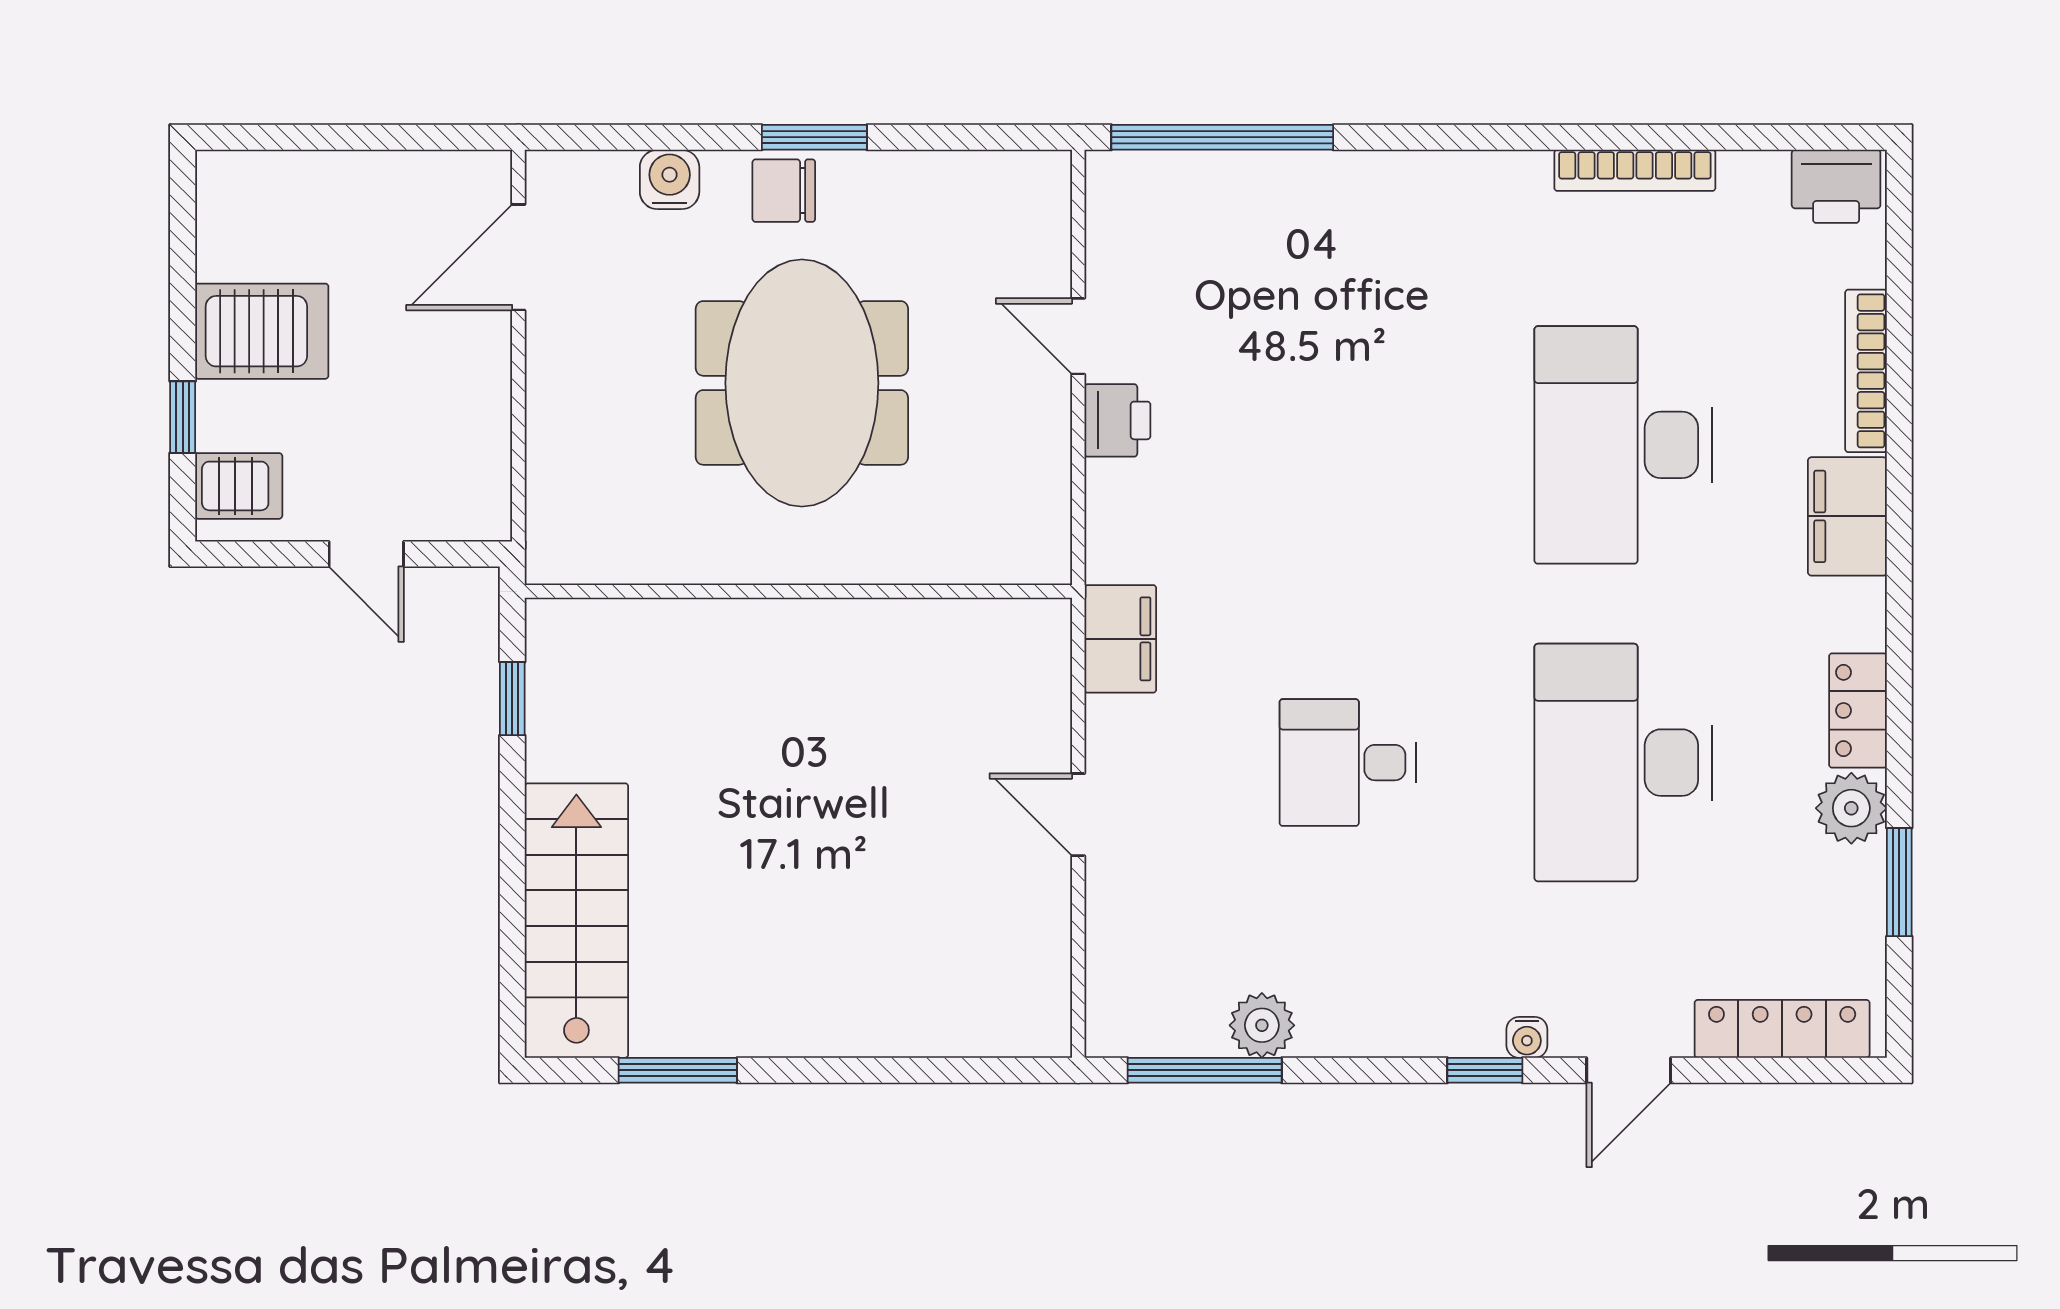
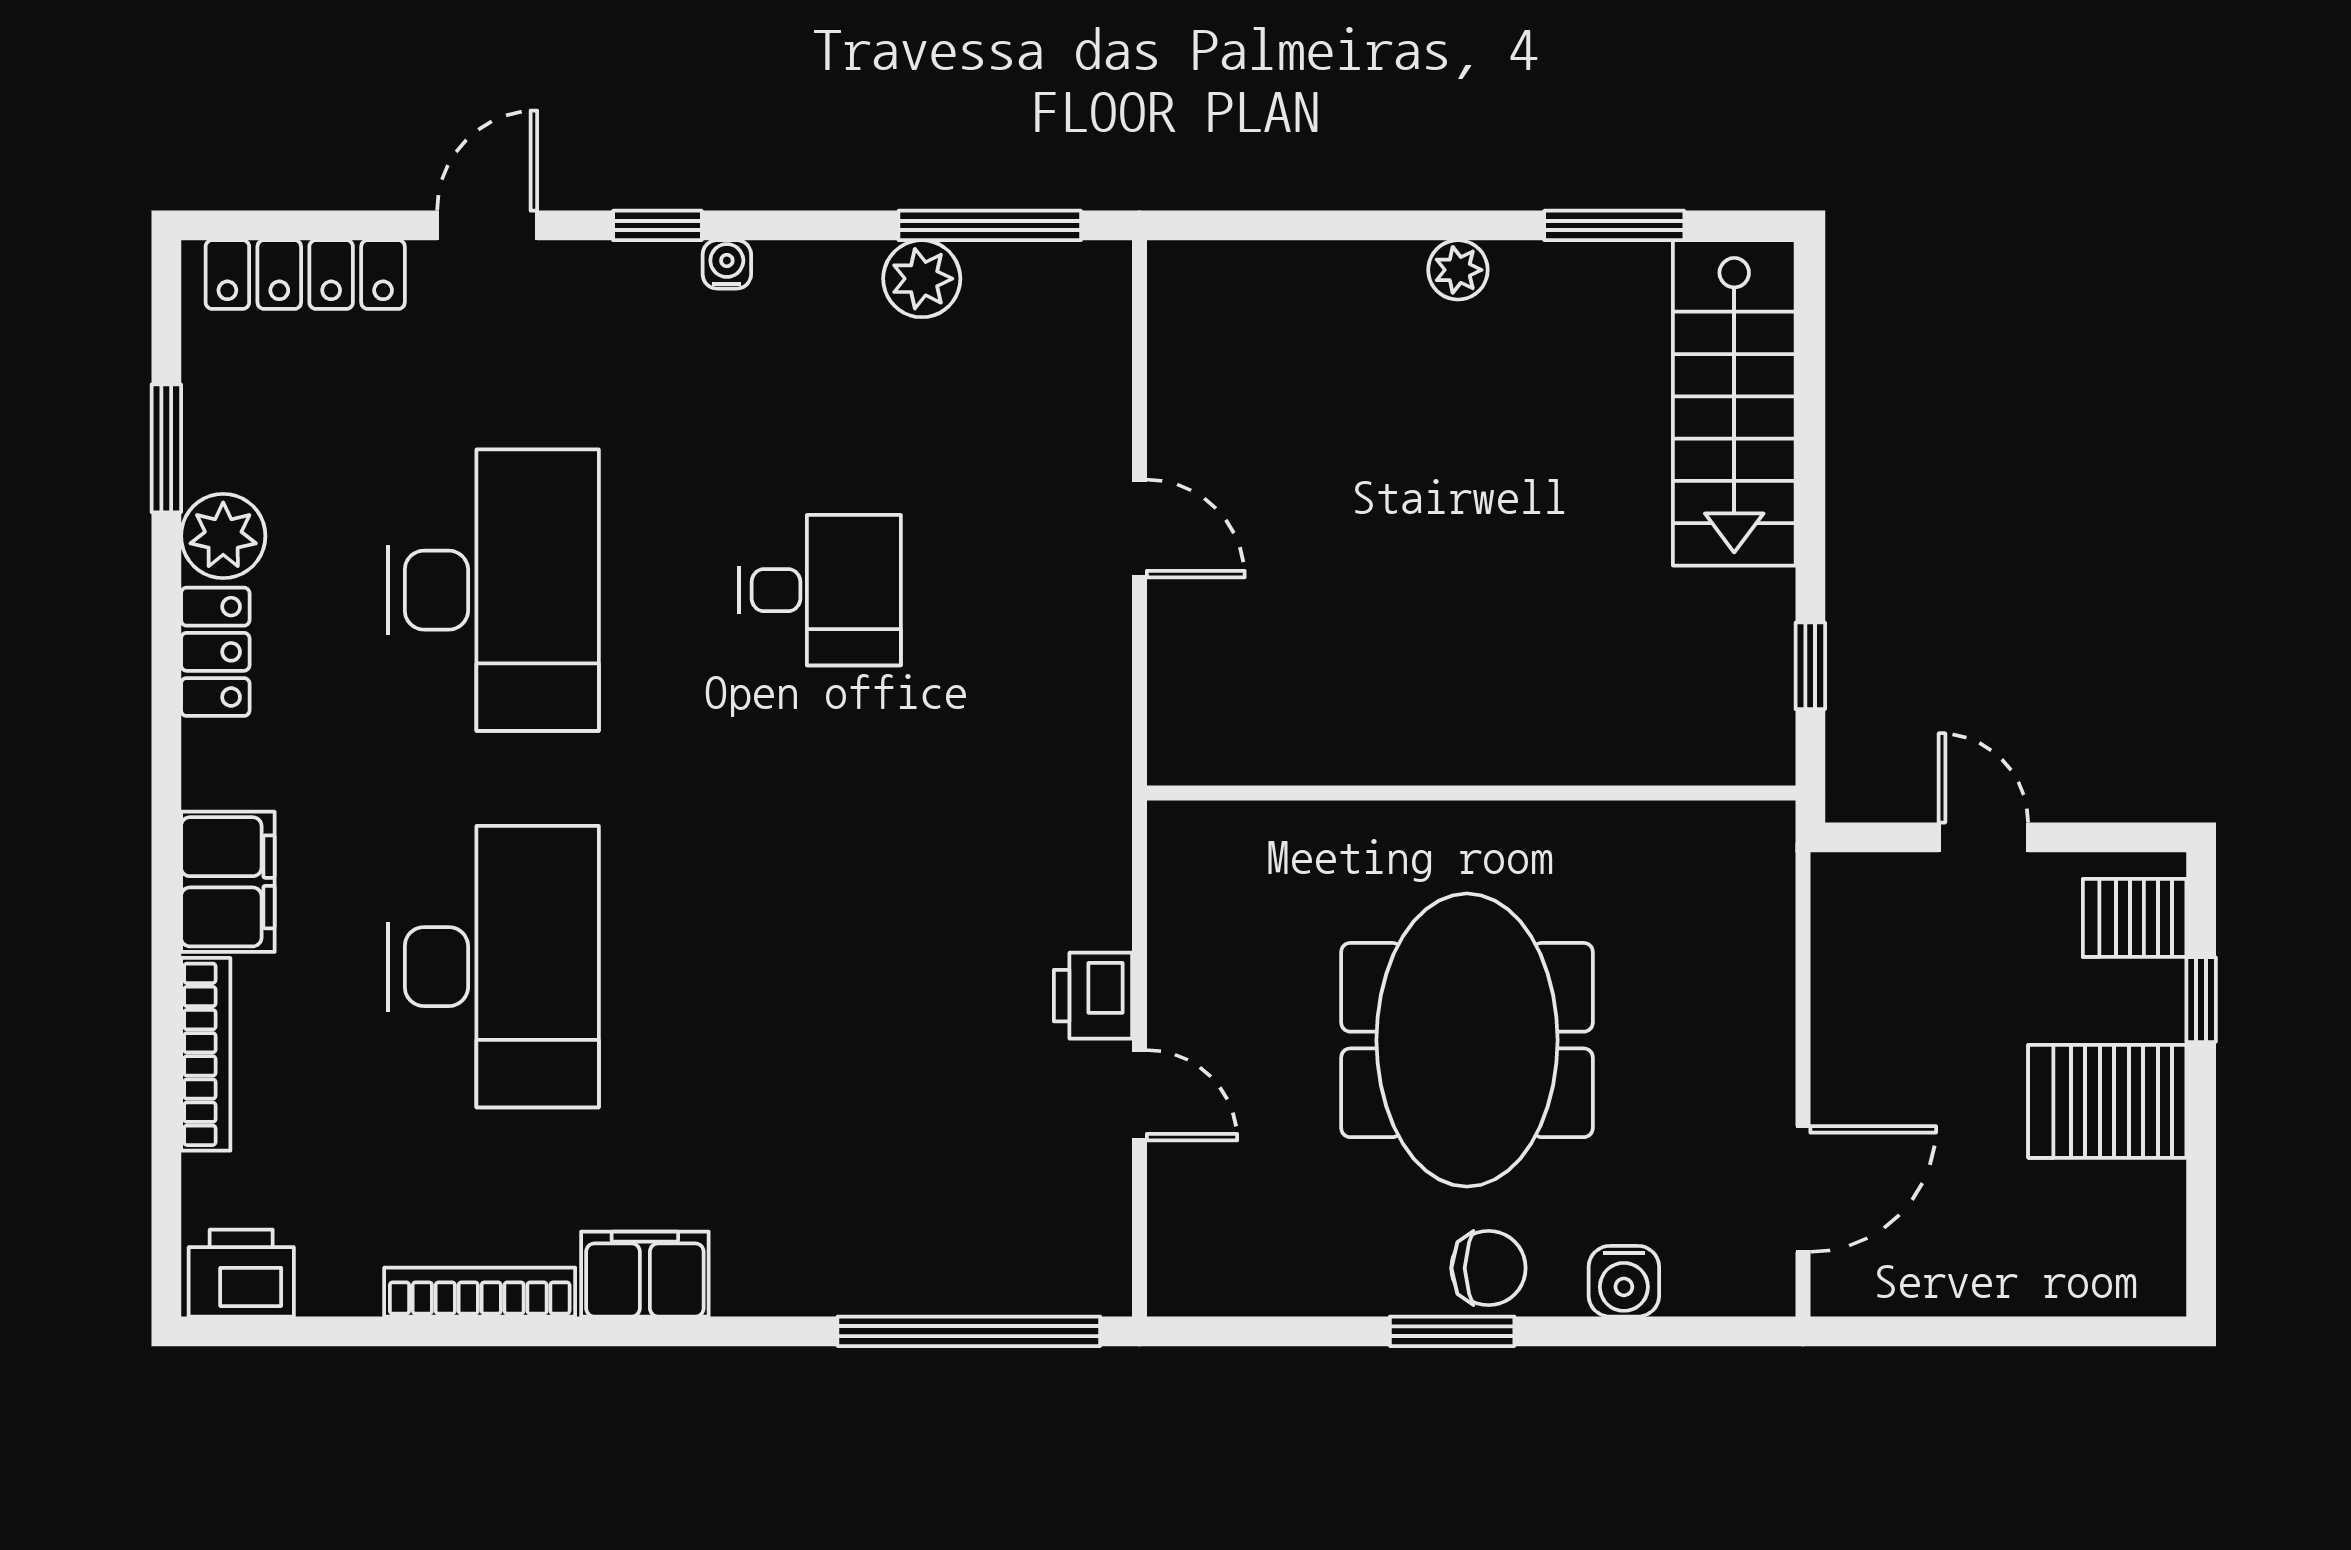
filing cabinet: (1120, 639) -> (645, 1274), moved, turned 90
plant: (810, 1033) -> (1458, 270), added
water cooler: (1527, 1037) -> (727, 264), moved

